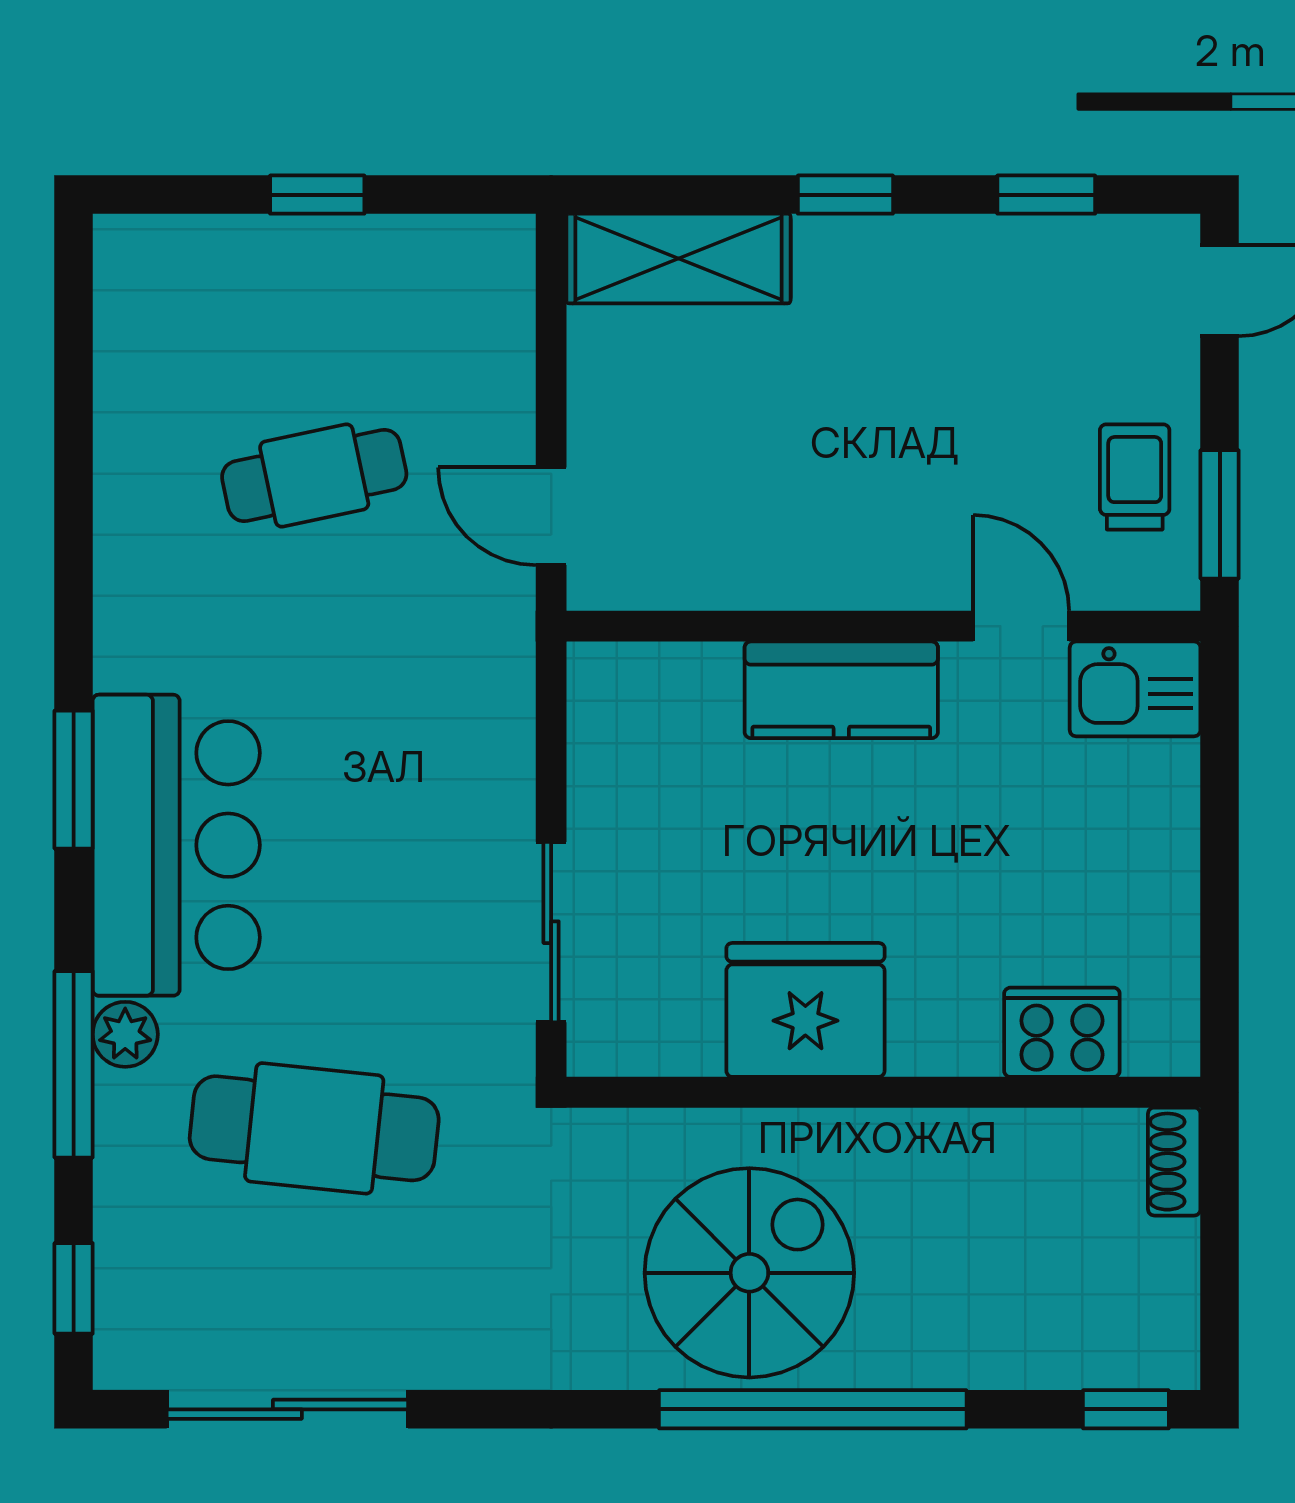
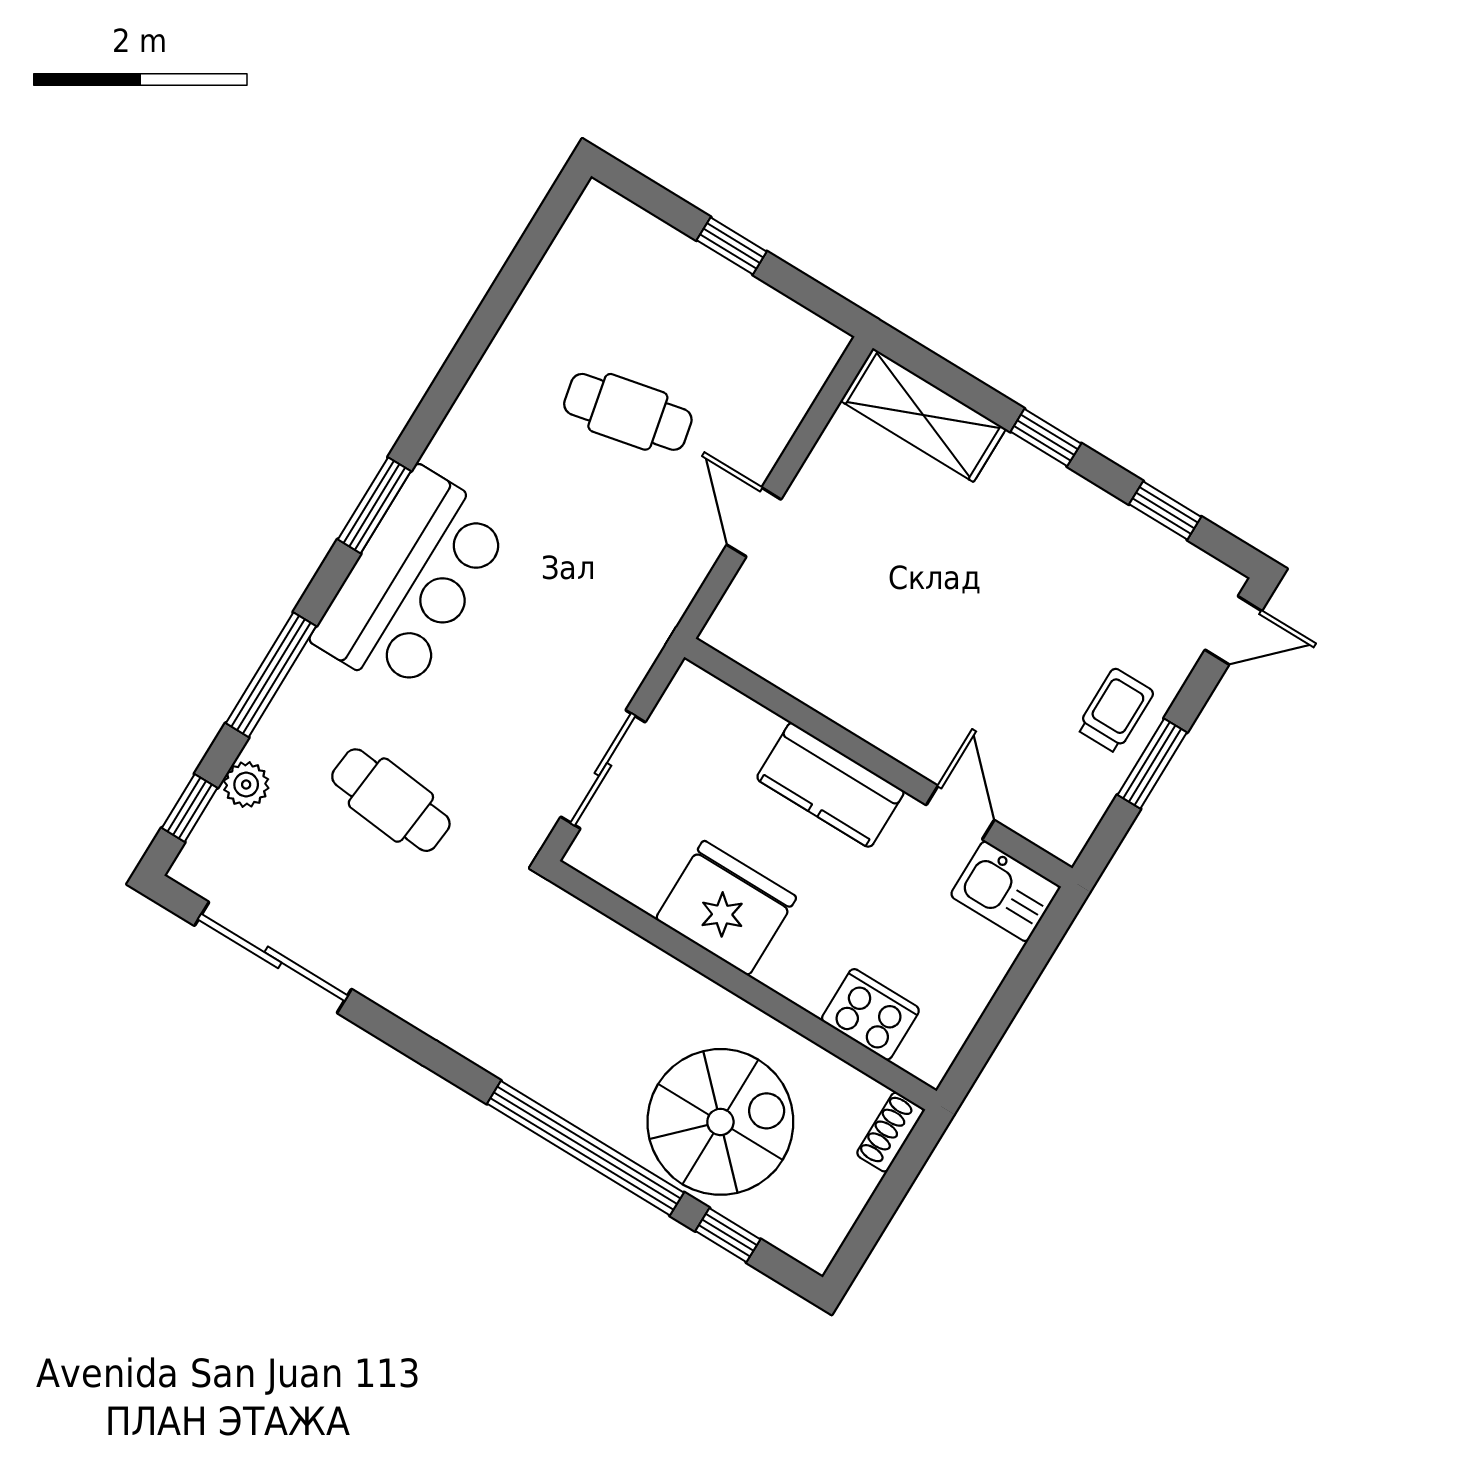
wall: (883, 626) -> (878, 763), moved
door: (1021, 626) -> (960, 813), moved
kitchen sink: (1135, 689) -> (1005, 891), moved
kitchen counter: (841, 690) -> (830, 785), moved
plant: (125, 1034) -> (246, 785), moved
cafe table: (314, 1128) -> (391, 800), width x0.73, depth x0.74
spiral stairs: (749, 1273) -> (720, 1122), moved
window: (1126, 1409) -> (728, 1235), moved

